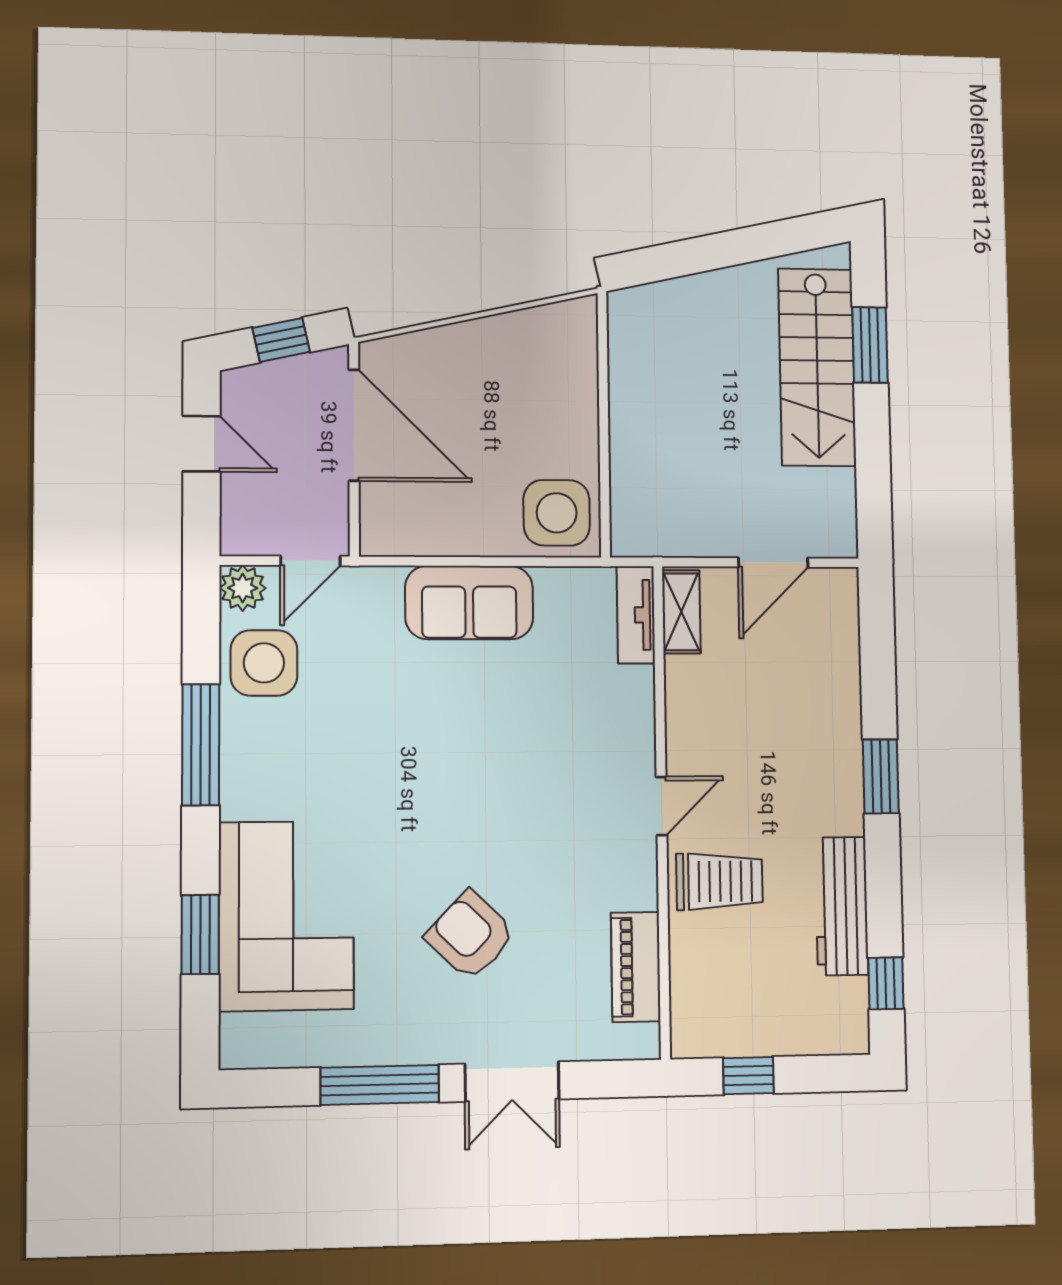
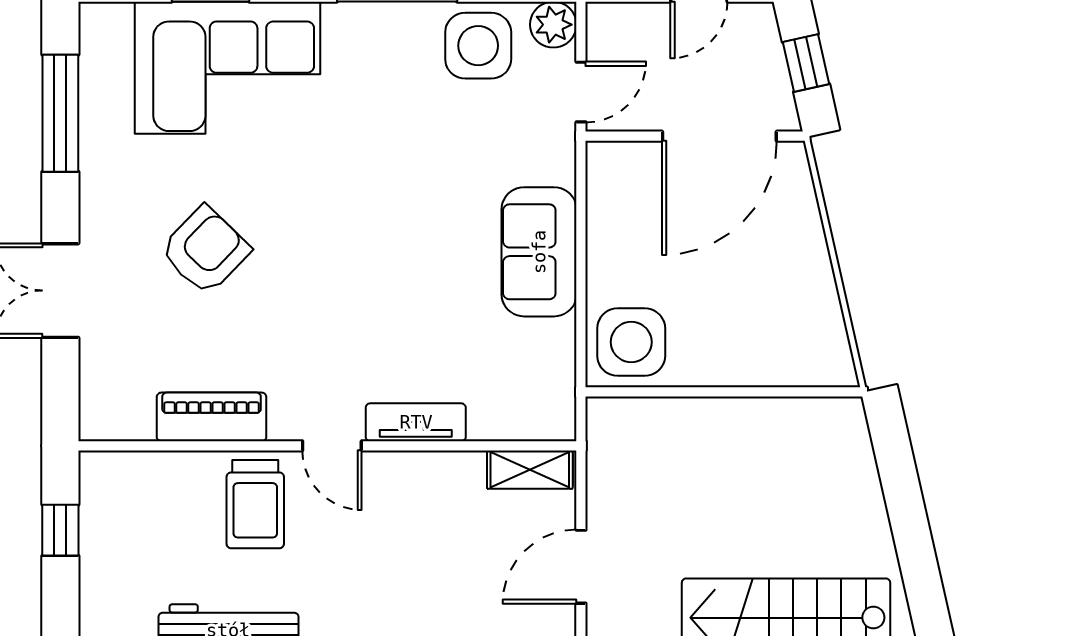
door: (310, 561) -> (581, 92), swing flipped
door: (773, 563) -> (581, 567), hinge flipped
tv unit: (636, 615) -> (416, 422), moved
piano: (636, 967) -> (212, 417), moved
window: (380, 1085) -> (60, 113), moved

